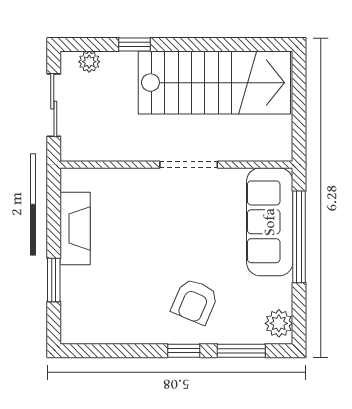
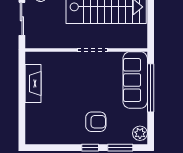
window: (54, 280) -> (22, 111), removed
armchair: (195, 301) -> (96, 122), turned -113

